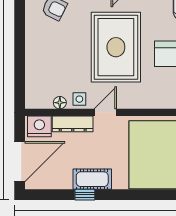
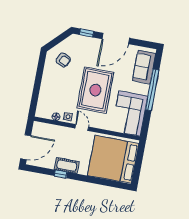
door: (105, 112) -> (82, 128), hinge flipped
dresser: (73, 124) -> (61, 131), removed
nightstand: (39, 126) -> (41, 128), removed

